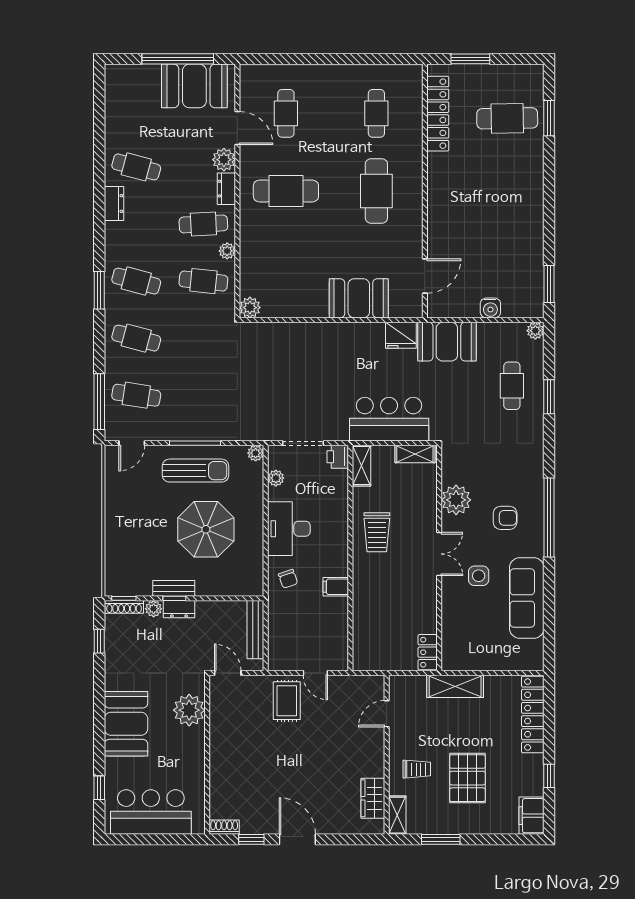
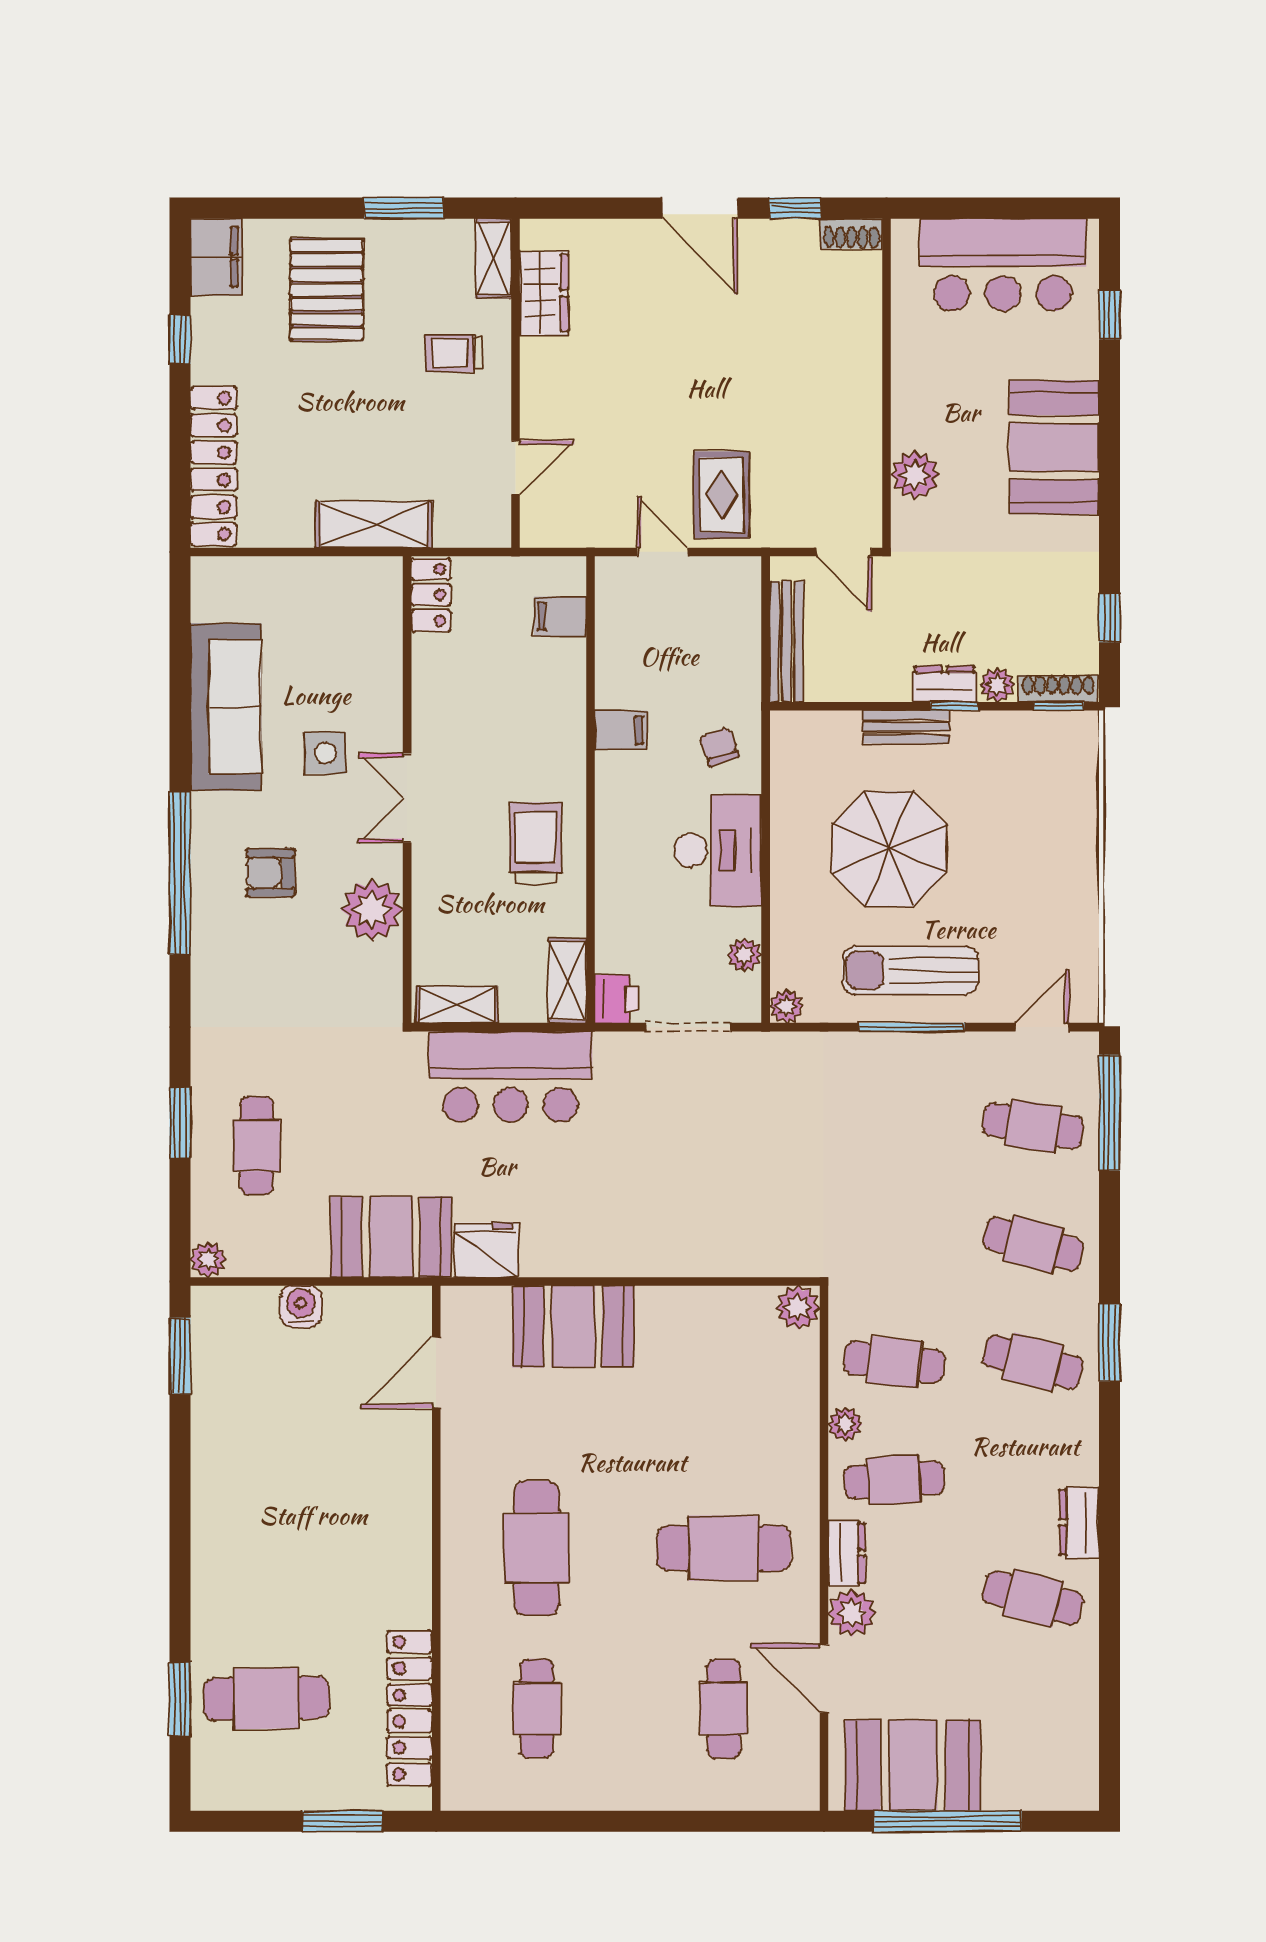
bench: (174, 588) -> (906, 727), moved
filing cabinet: (365, 642) -> (560, 616), added
plant: (189, 710) -> (915, 475), width x0.73, depth x0.73
pallet: (467, 778) -> (327, 290), moved

